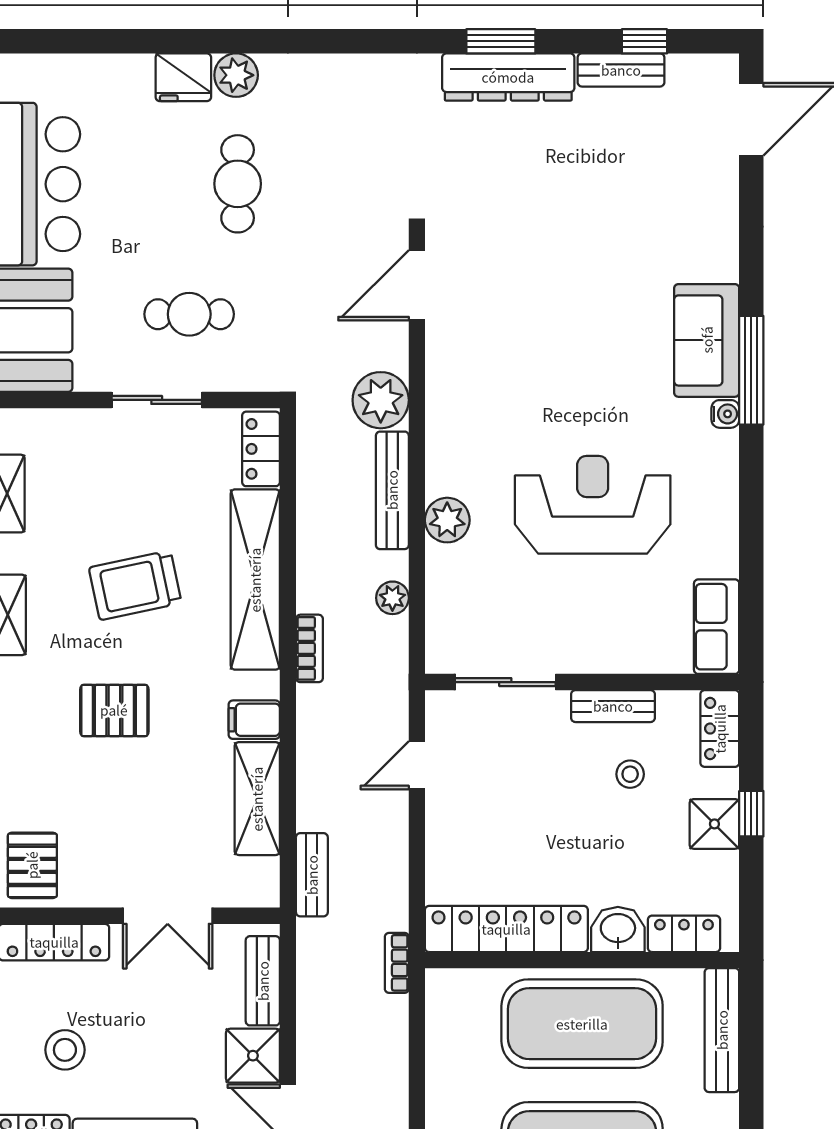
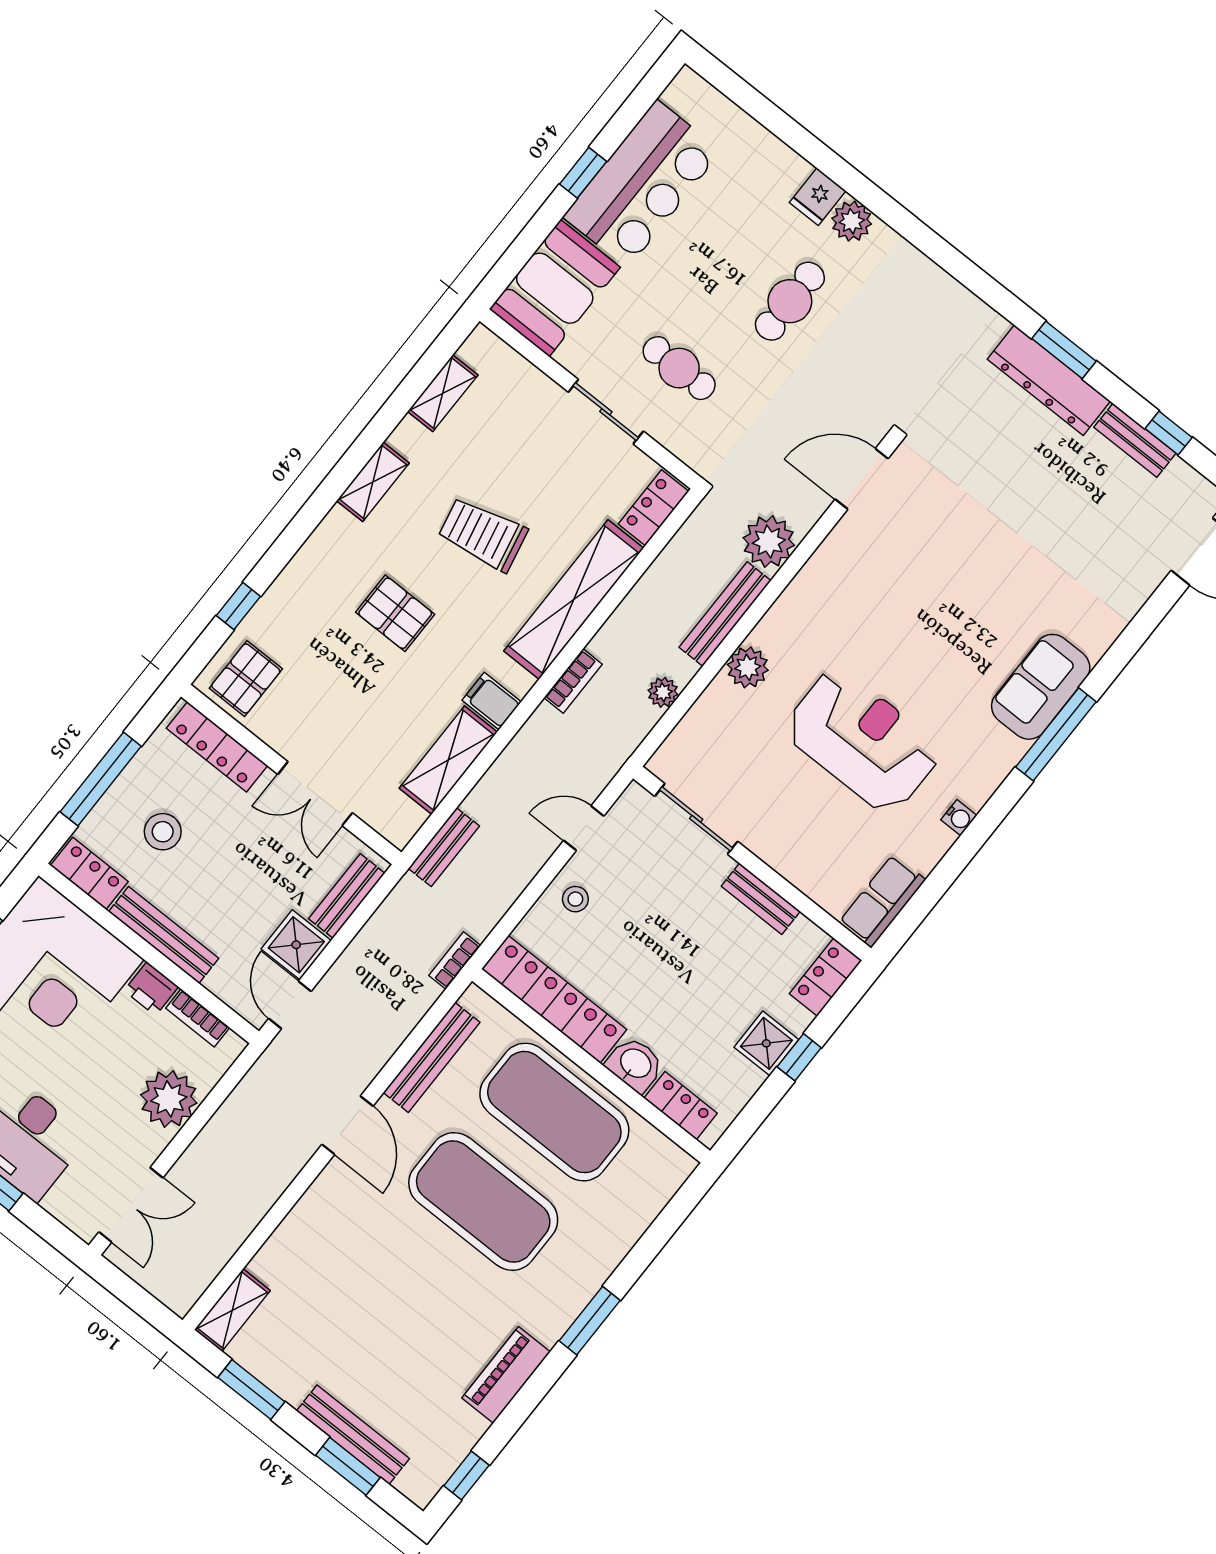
fridge: (183, 77) -> (818, 197), width x0.72
water cooler: (725, 414) -> (959, 818), moved
stool: (630, 774) -> (575, 899), moved
bench: (722, 1030) -> (432, 1057), moved

